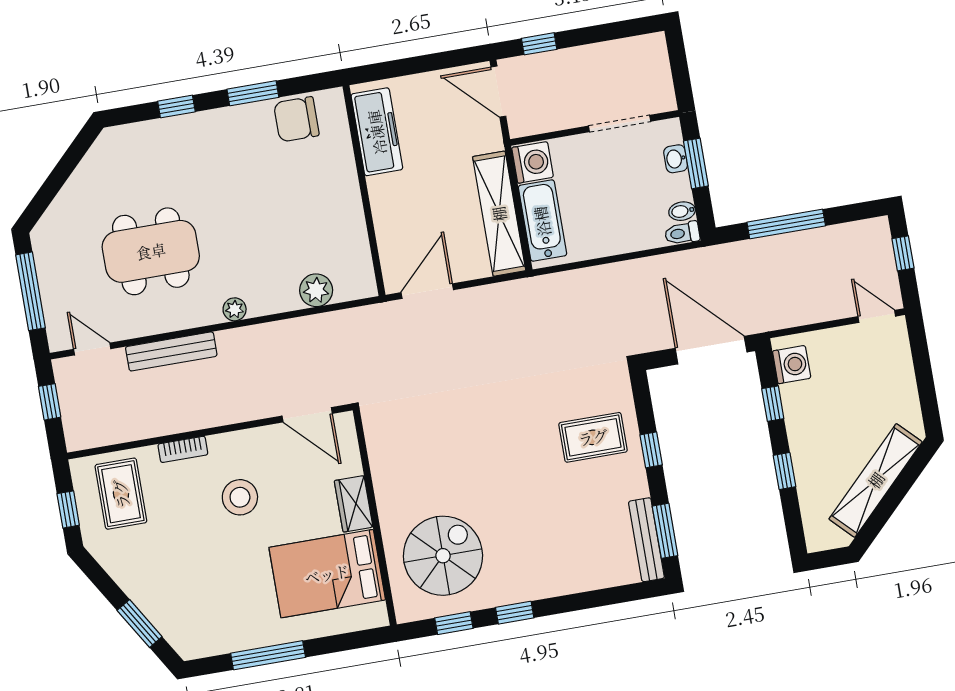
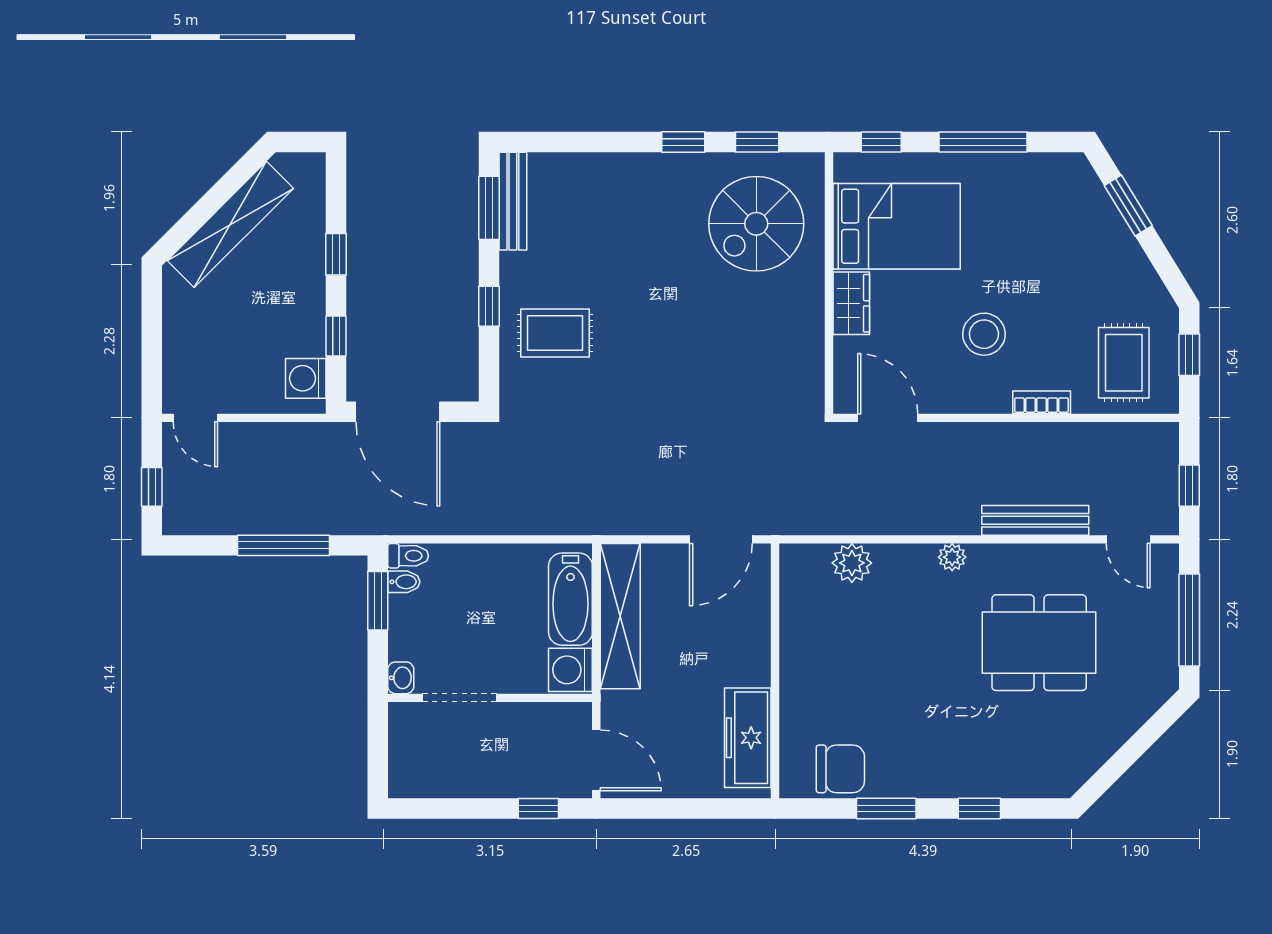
washbasin: (676, 159) -> (401, 678), moved
window: (696, 163) -> (378, 601), moved
window: (352, 641) -> (881, 142), added

